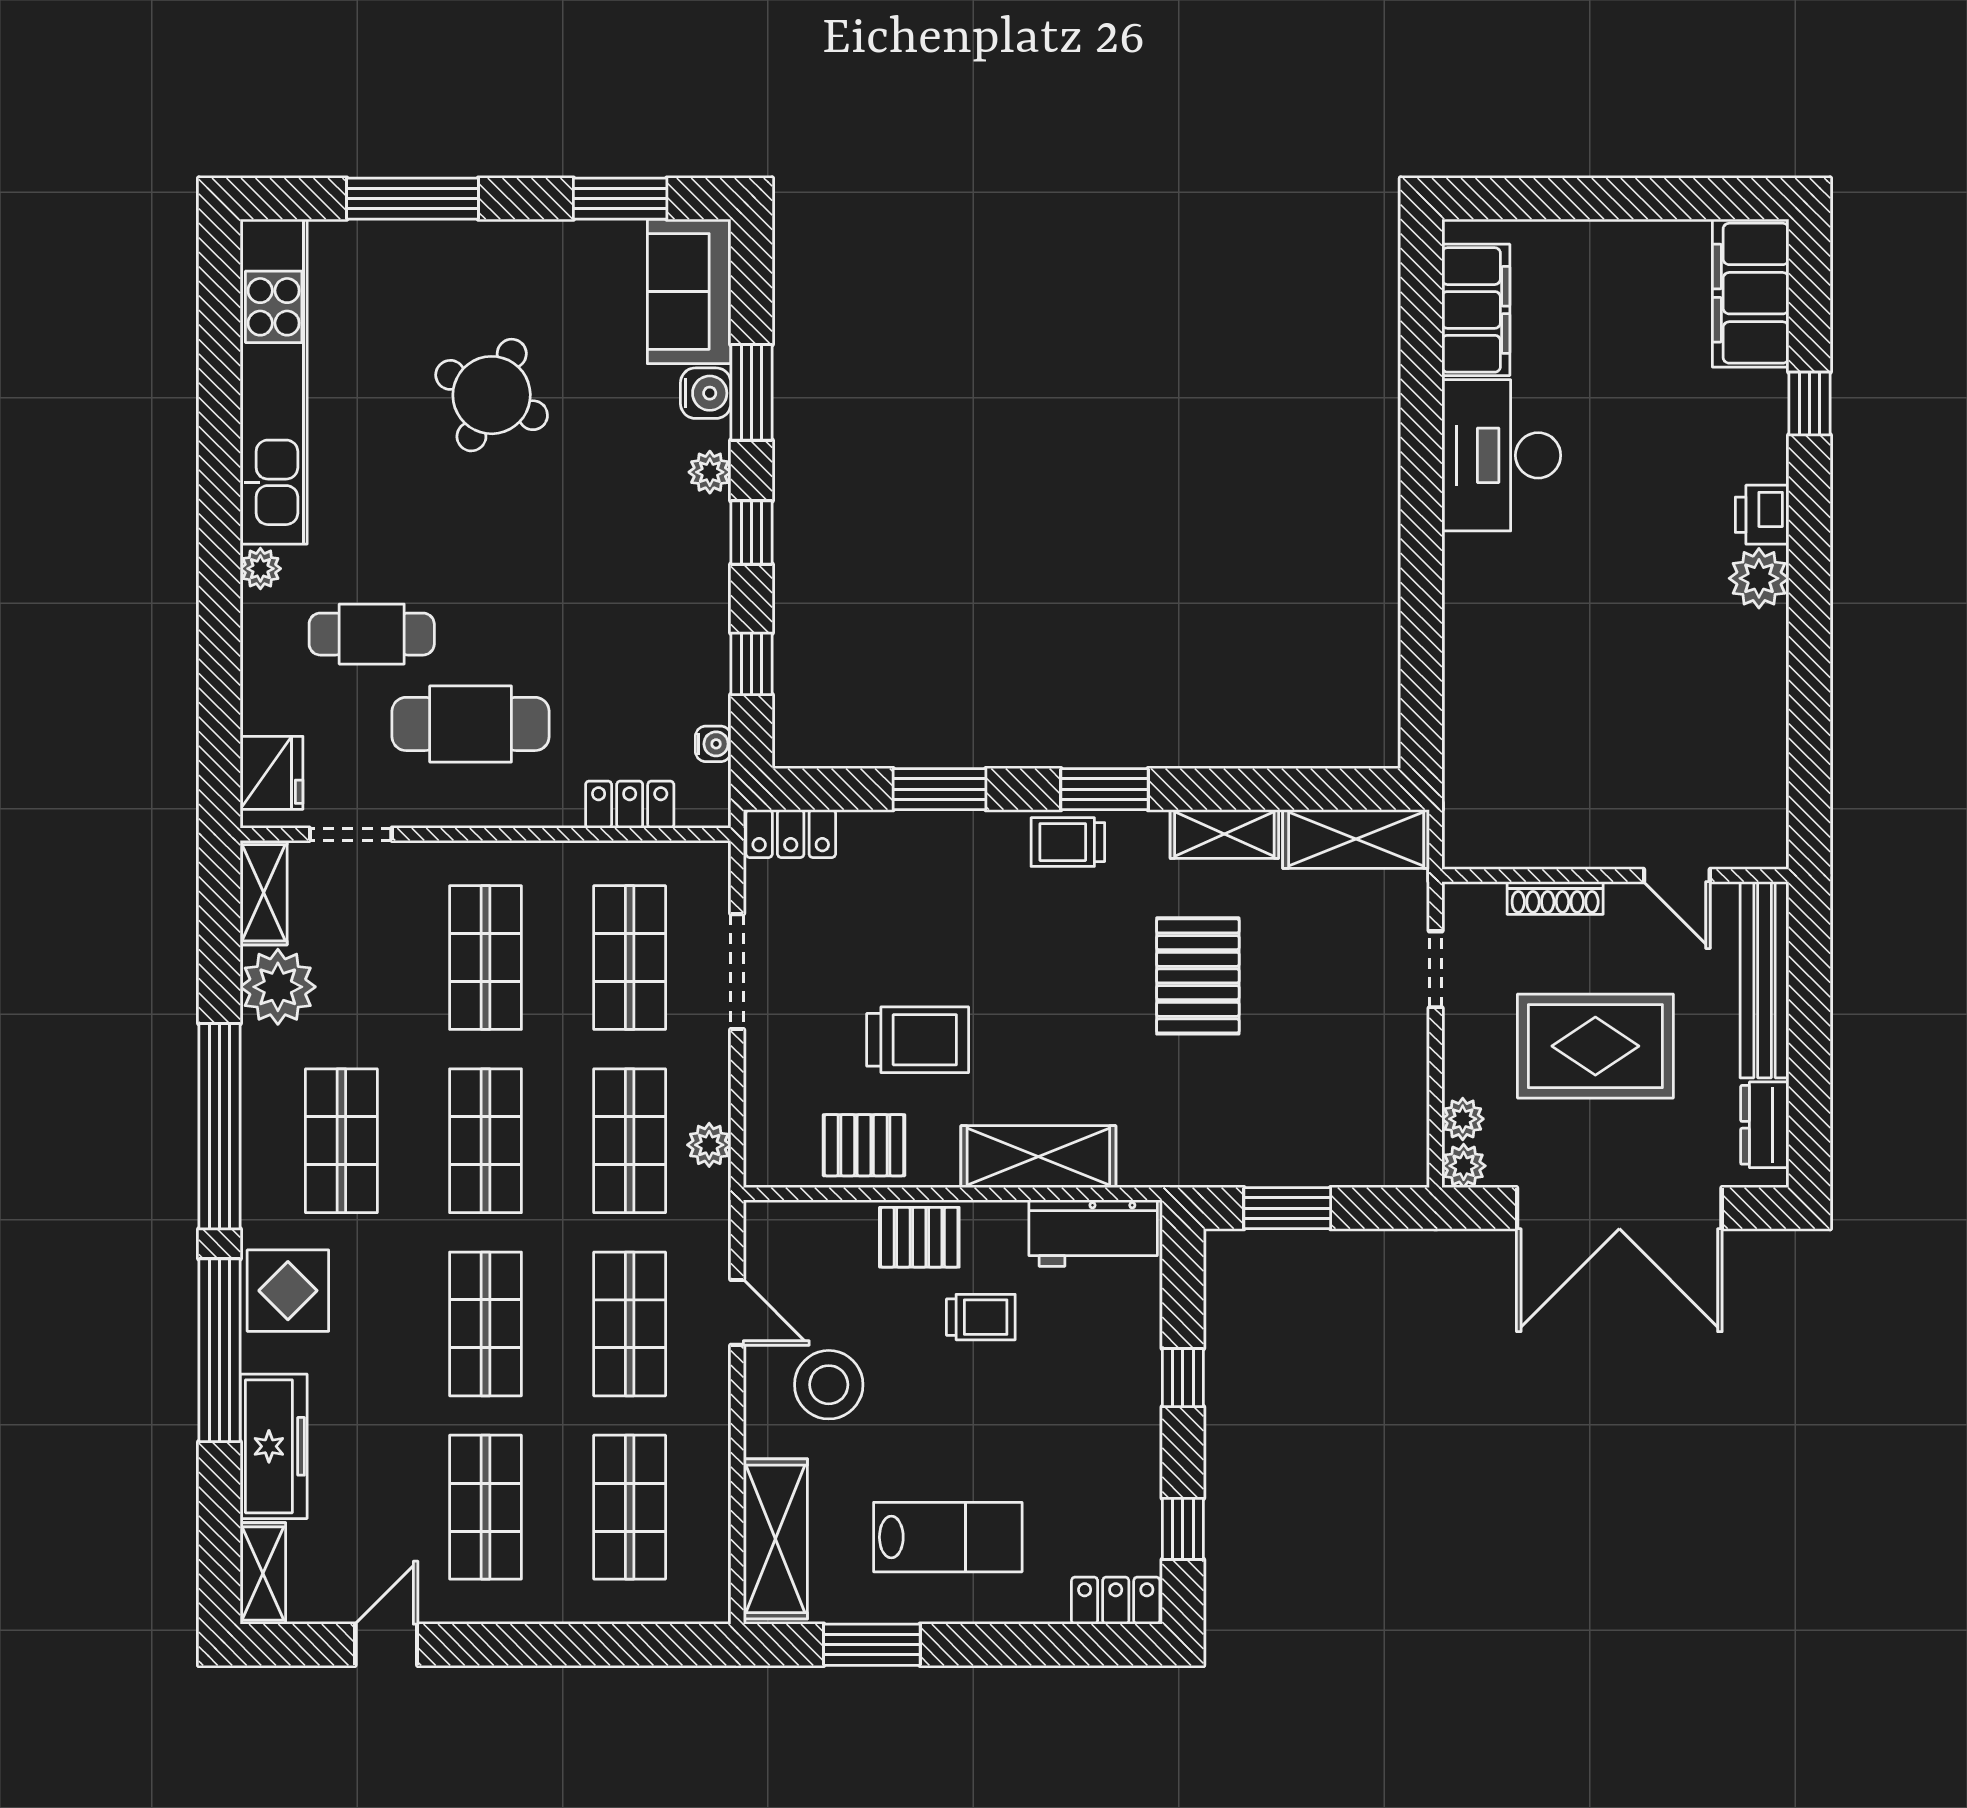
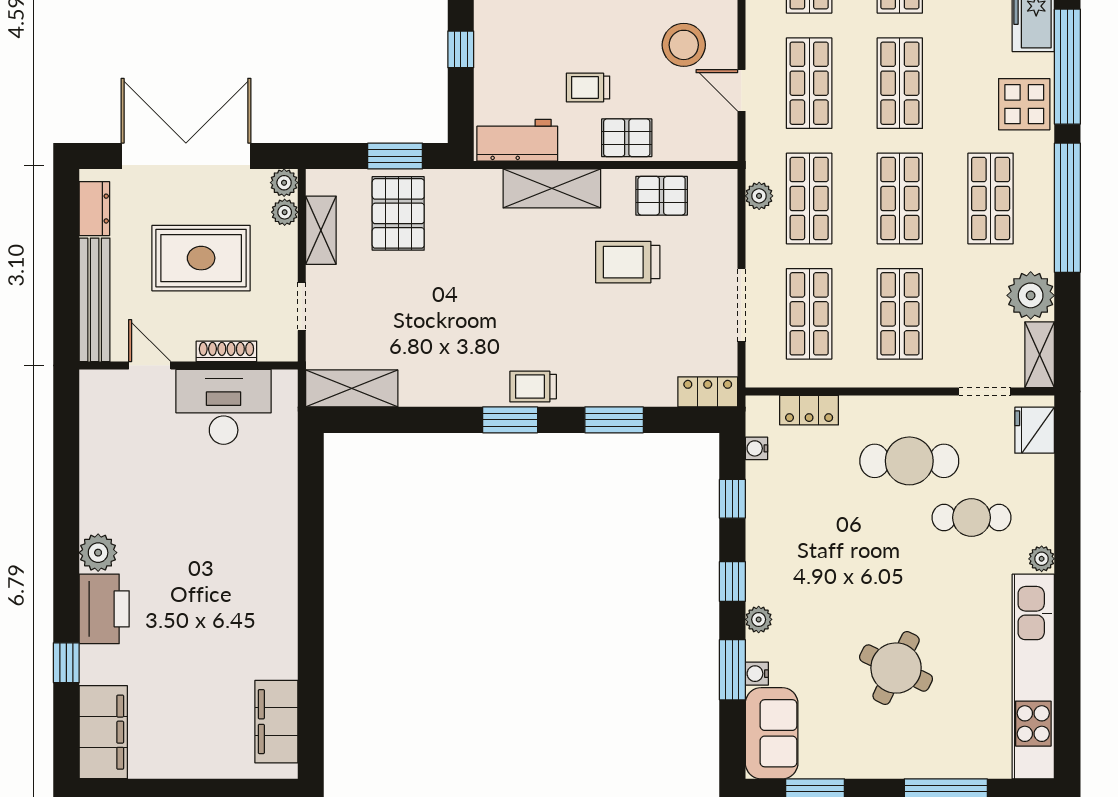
water cooler: (706, 393) -> (757, 674), width x0.72, depth x0.72
desk: (1501, 455) -> (224, 407), moved, turned -90
printer: (1762, 515) -> (104, 609), width x1.87, depth x1.48
shelving: (1224, 834) -> (321, 230), moved, turned 90
trolley: (1068, 842) -> (533, 387), turned 180
pallet: (1198, 976) -> (398, 213), moved

